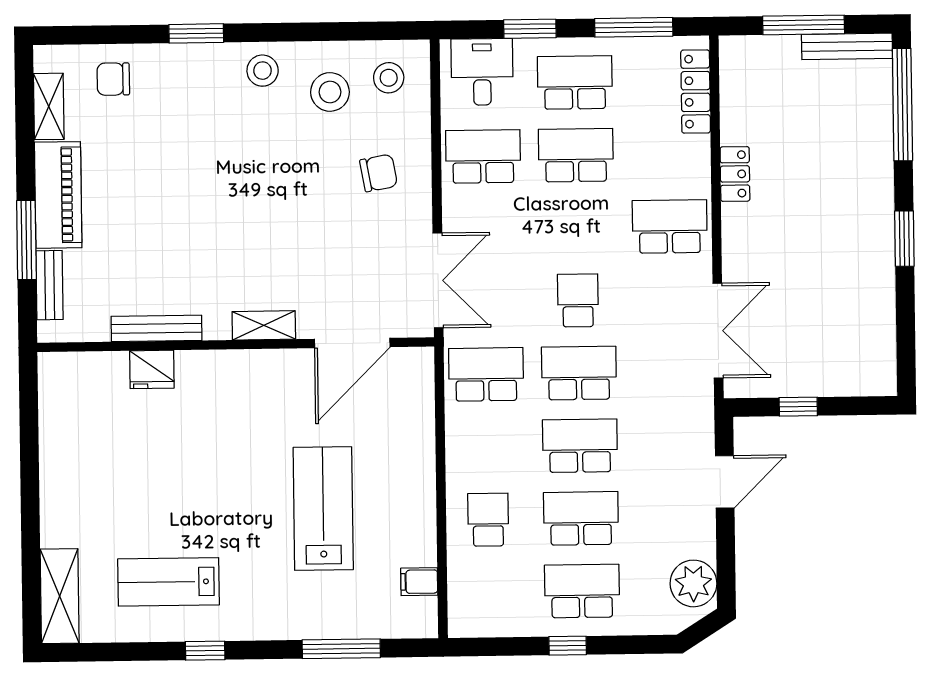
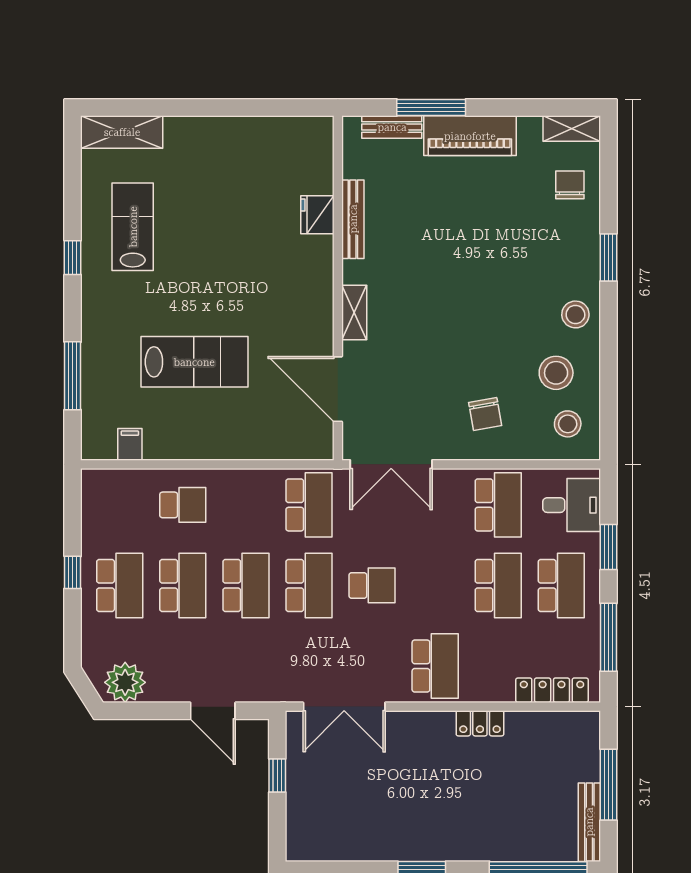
shelving: (49, 106) -> (572, 128), moved

